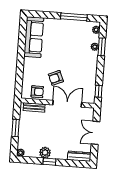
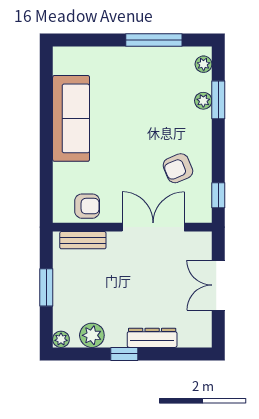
sofa: (34, 37) -> (71, 118), moved
armchair: (56, 78) -> (178, 168), moved
plant: (45, 153) -> (92, 335), moved
dresser: (79, 156) -> (152, 338), moved

